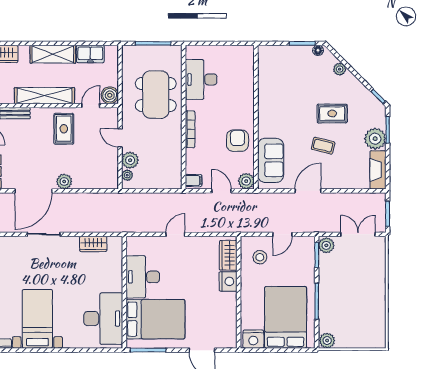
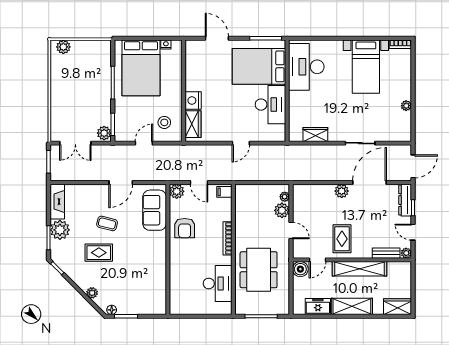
nightstand: (253, 339) -> (166, 44), width x0.53, depth x0.56
plant: (327, 341) -> (63, 47), moved

